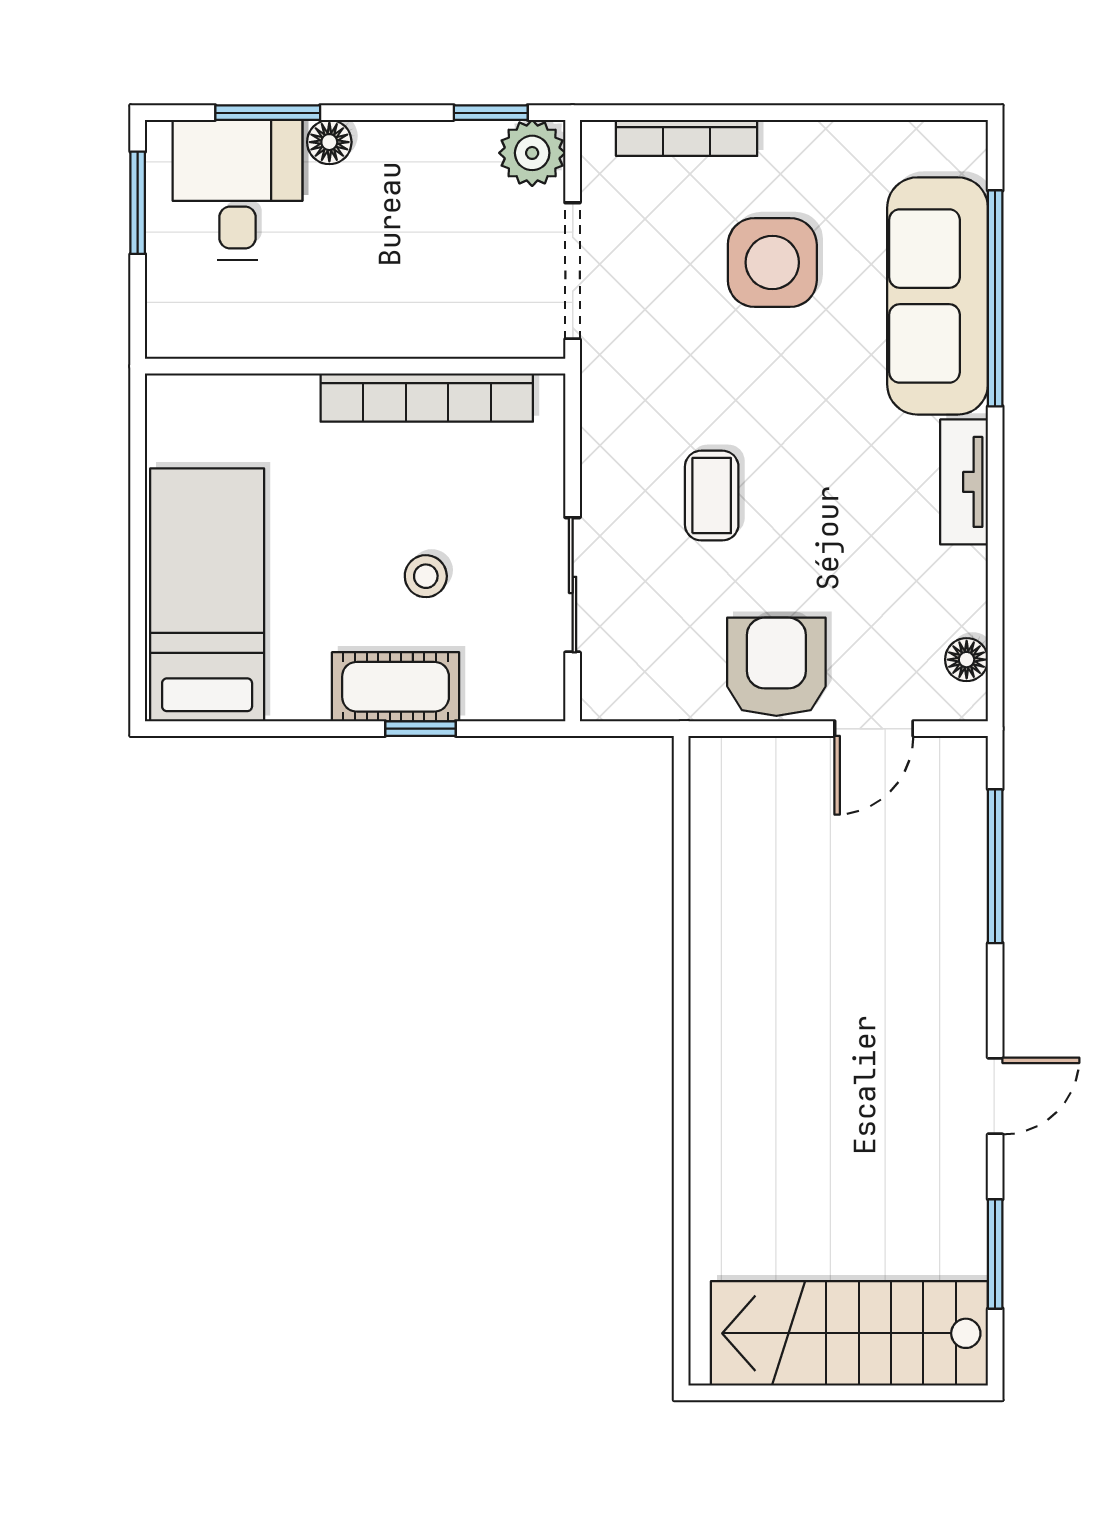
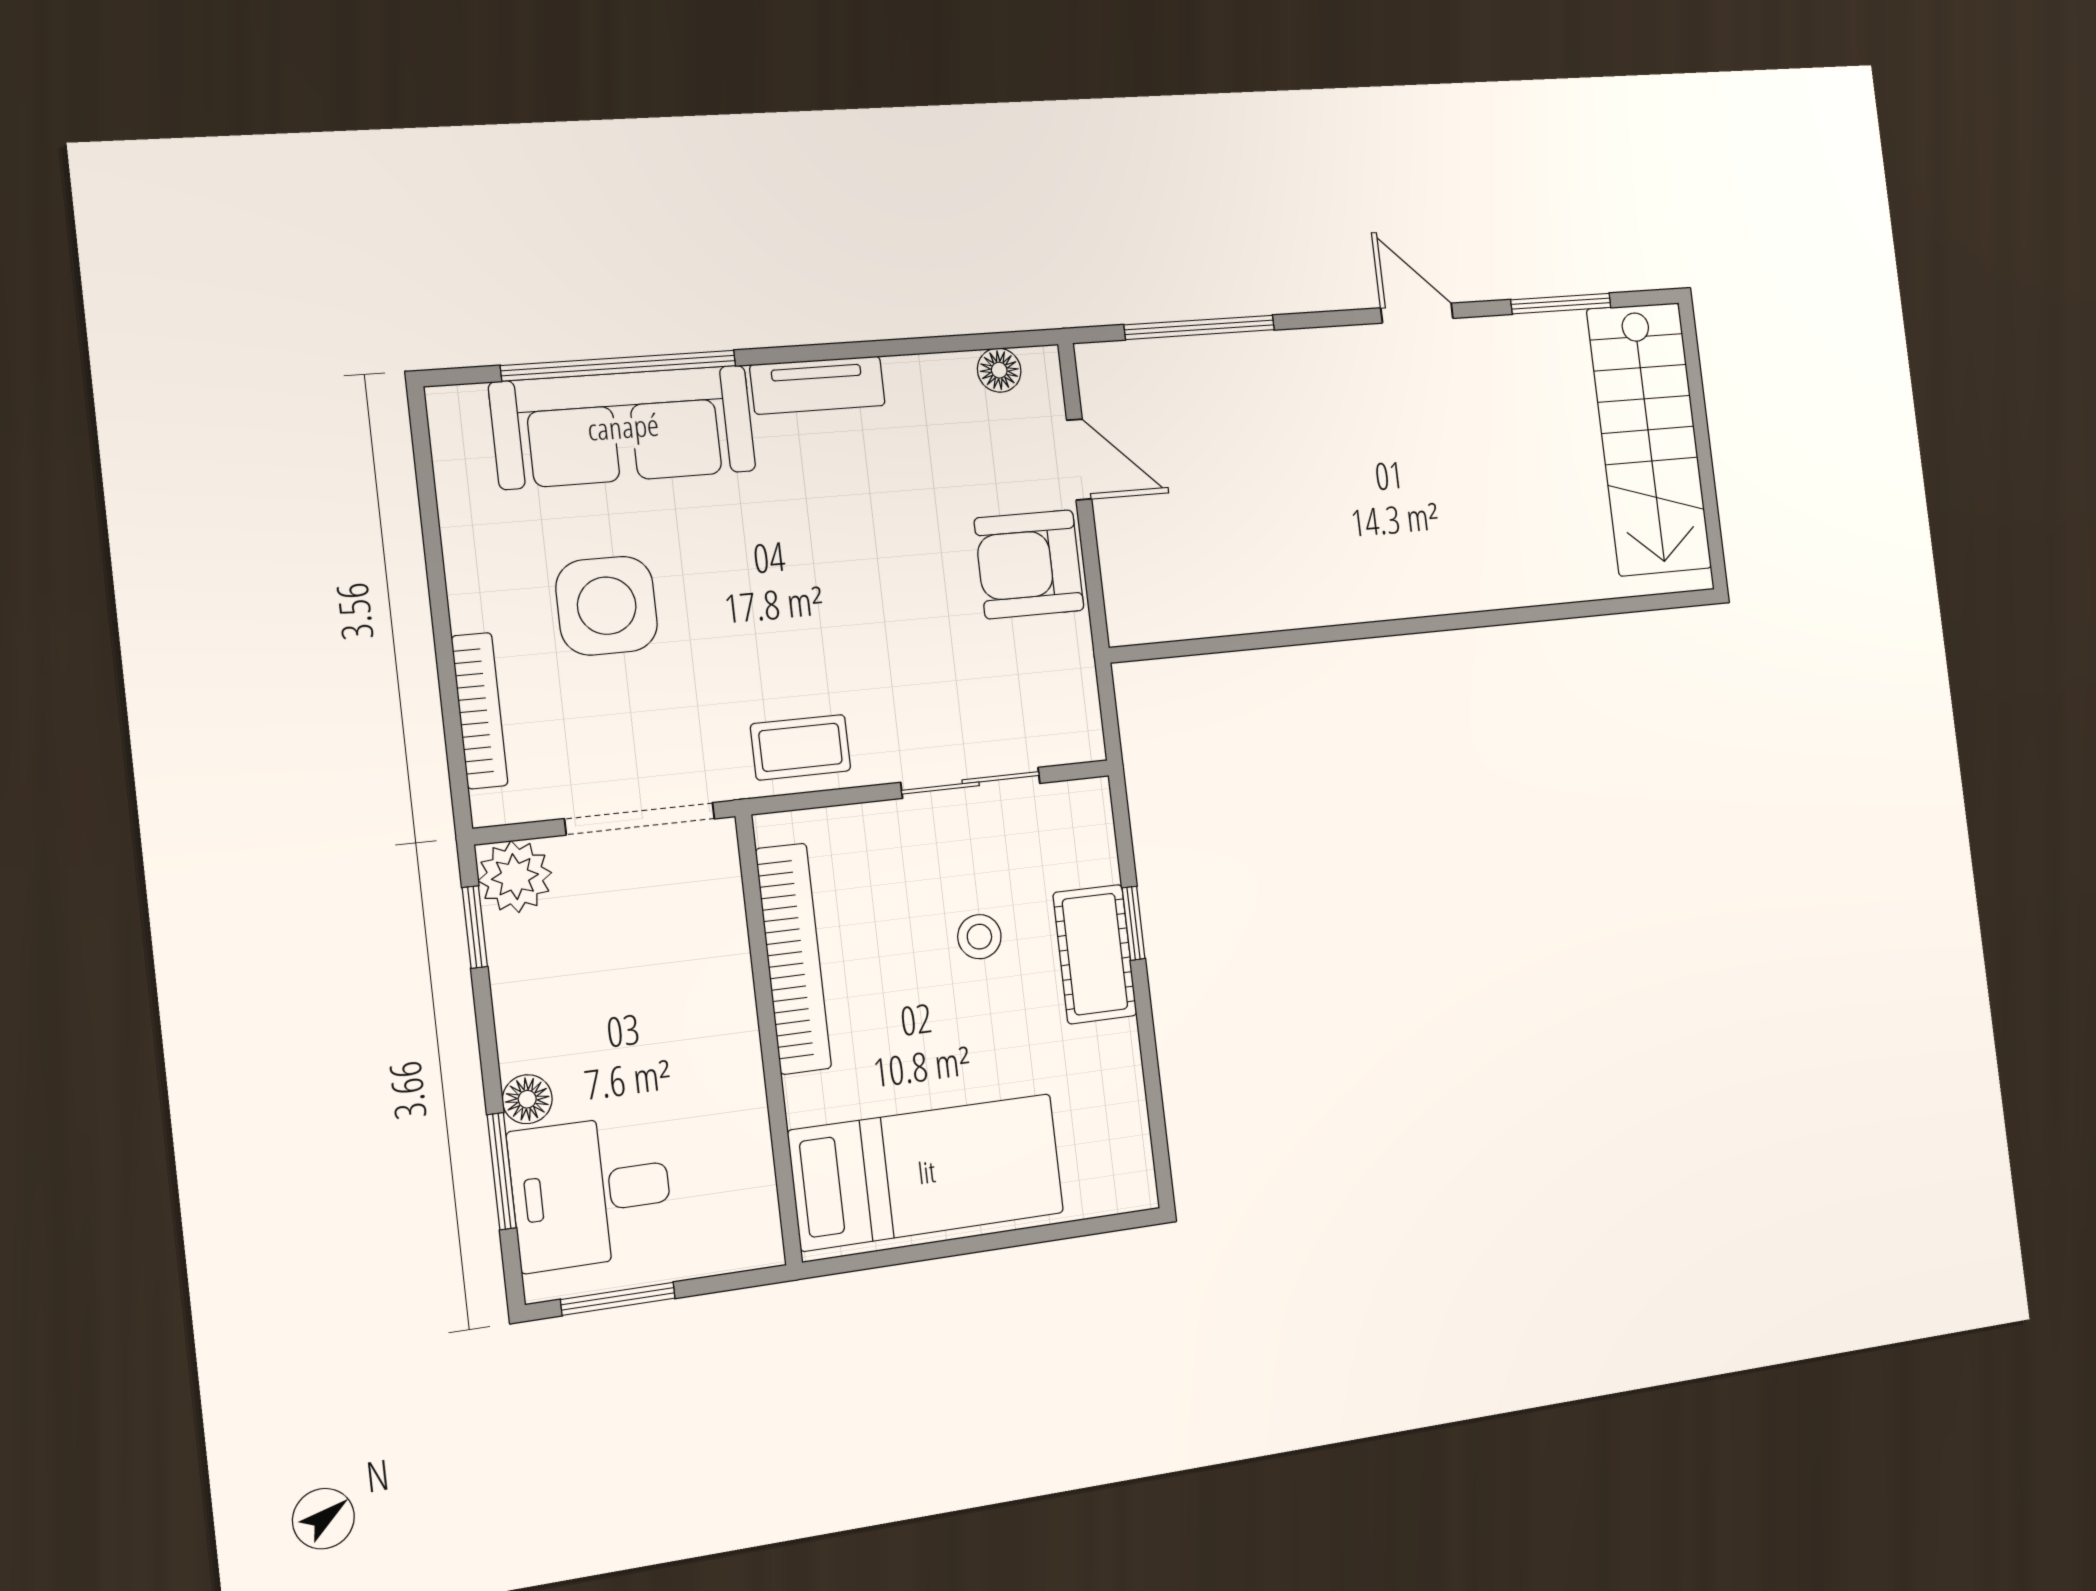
coffee table: (712, 496) -> (801, 747), moved
bed: (207, 595) -> (927, 1172), moved, turned 180

